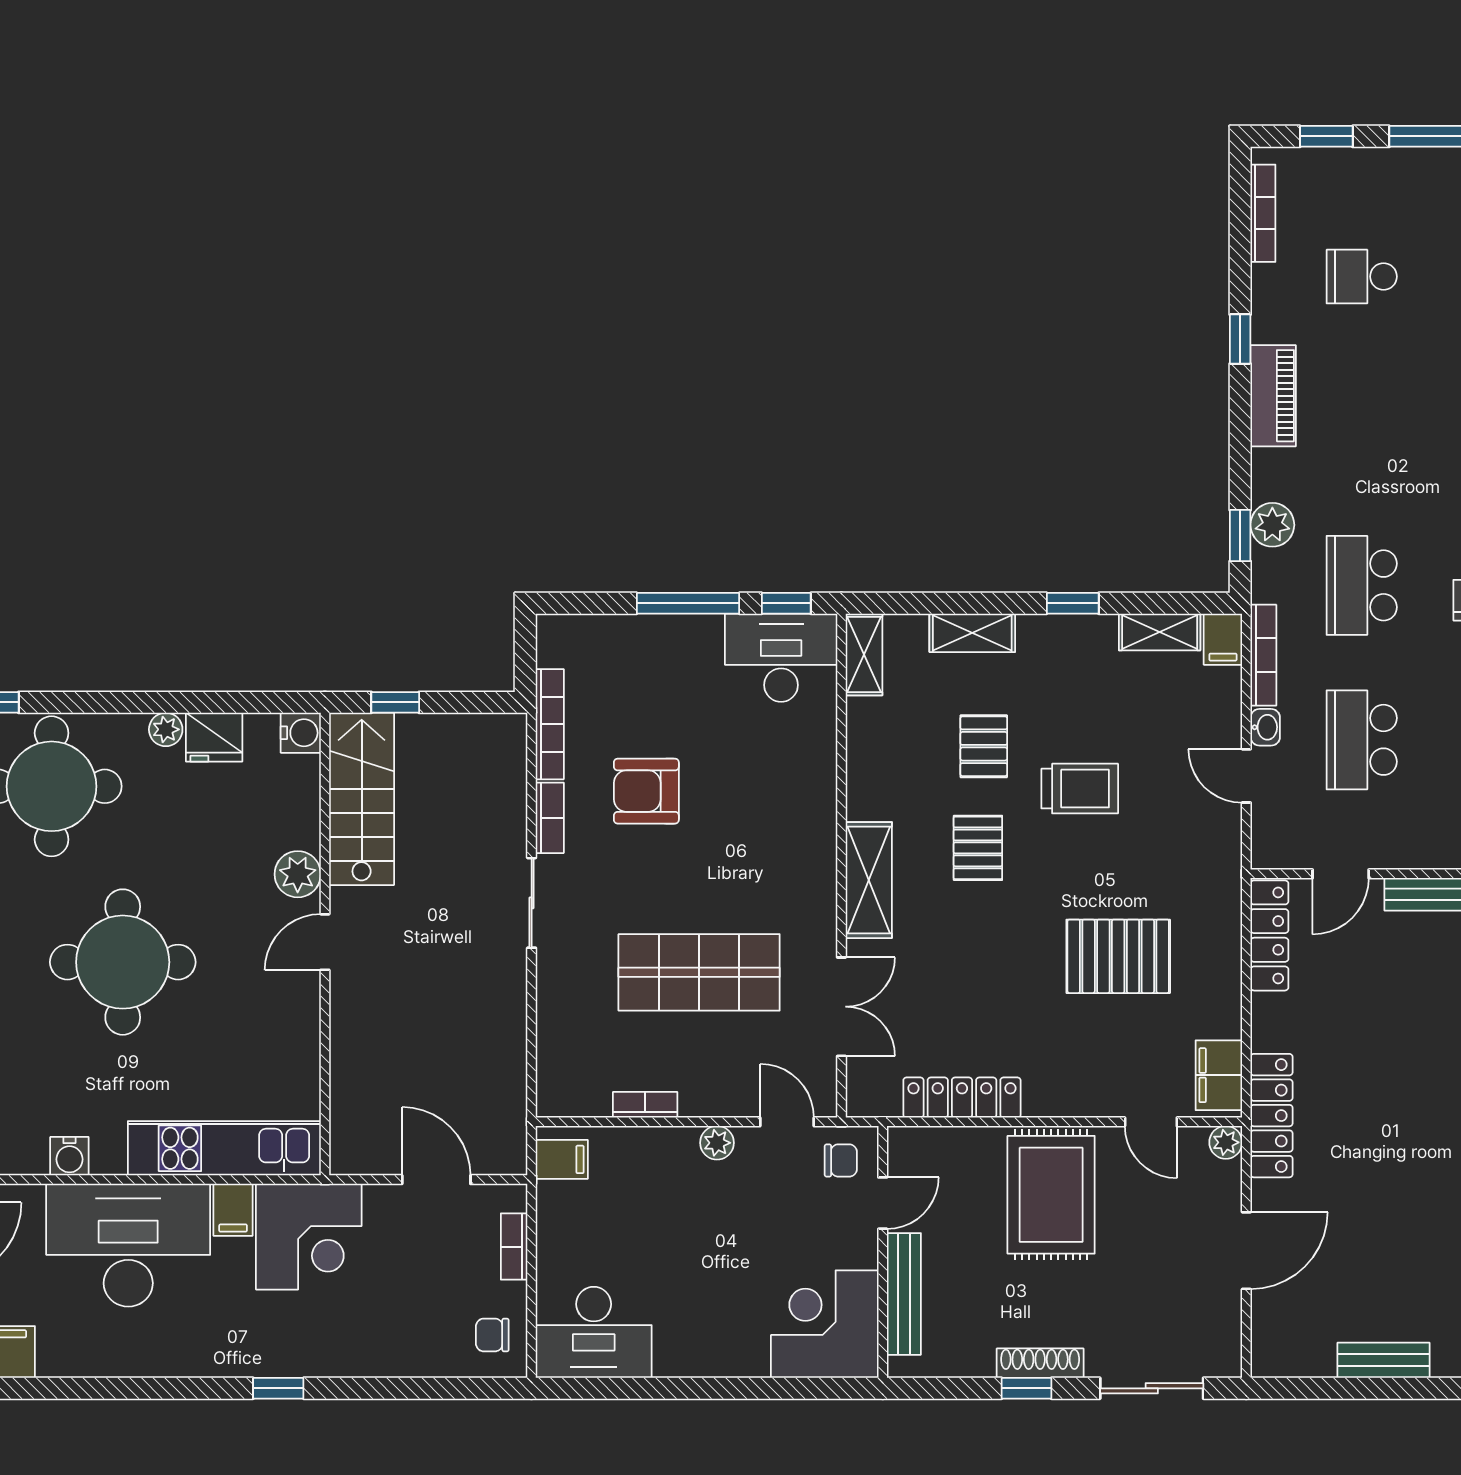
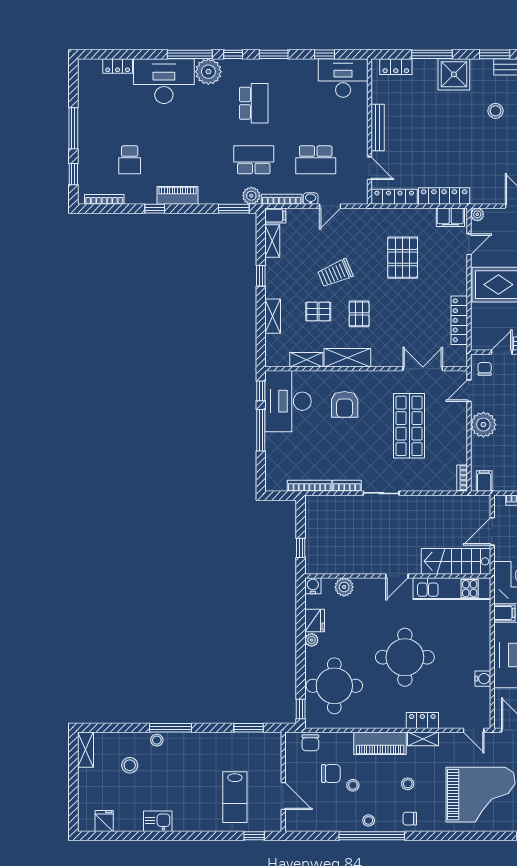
plant: (1272, 525) -> (251, 196), moved
window: (1240, 536) -> (234, 209), width x1.50
school desk: (1362, 585) -> (254, 160), turned 180
shelving: (864, 654) -> (306, 360), moved
desk: (781, 658) -> (288, 401), width x1.36, depth x1.30
trolley: (1080, 789) -> (335, 273), turned -113
armchair: (646, 791) -> (345, 404), moved
stairs: (362, 799) -> (456, 561), moved
pallet: (978, 848) -> (359, 314), turned 90
plant: (298, 874) -> (344, 587), moved
shelving: (869, 880) -> (347, 358), moved
door: (325, 942) -> (397, 576), hinge flipped
bookcase: (645, 1105) -> (462, 478), moved
locker: (1272, 1116) -> (444, 196), moved
plant: (717, 1143) -> (483, 425), width x1.88, depth x1.88
kitchen unit: (224, 1148) -> (452, 589), moved, turned -90
door: (883, 1203) -> (502, 352), hinge flipped

